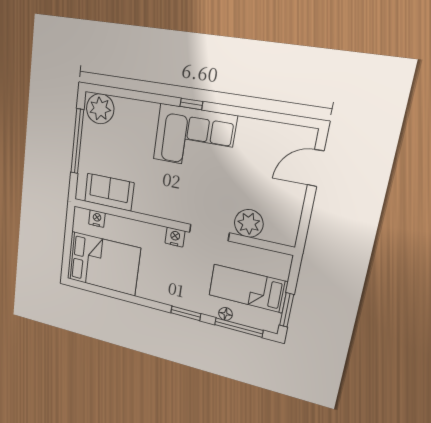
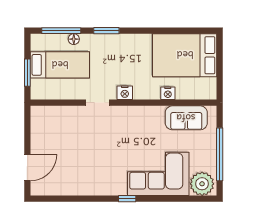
corner sofa: (194, 138) -> (158, 174), moved
nightstand: (97, 219) -> (168, 93), moved
plant: (249, 223) -> (68, 117), removed
doorway: (209, 233) -> (98, 103), width x0.73
window: (287, 310) -> (27, 73), moved

